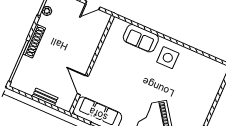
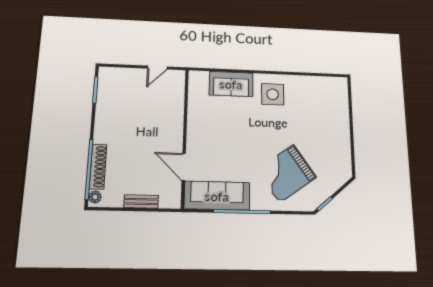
plant: (47, 11) -> (95, 197), moved
shoe rack: (34, 41) -> (98, 167), moved

